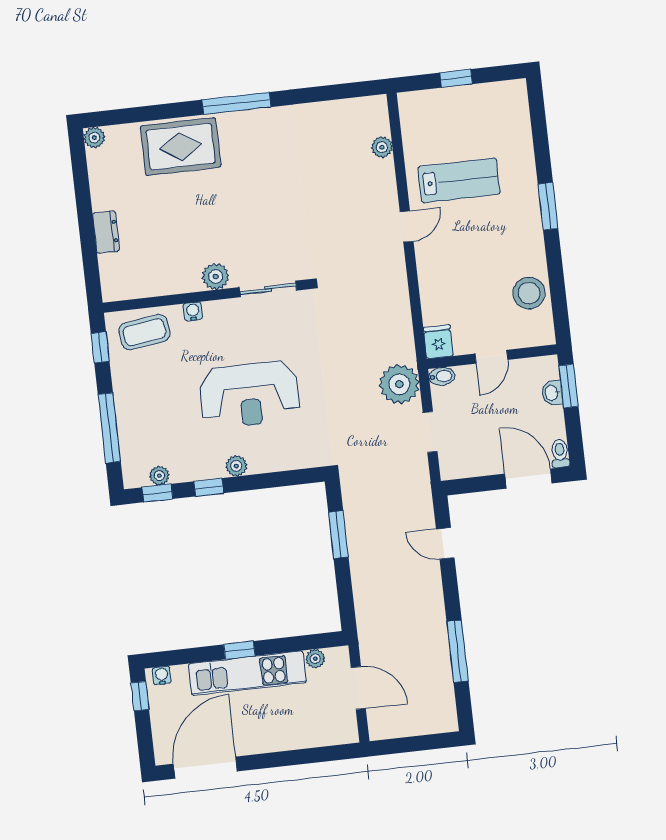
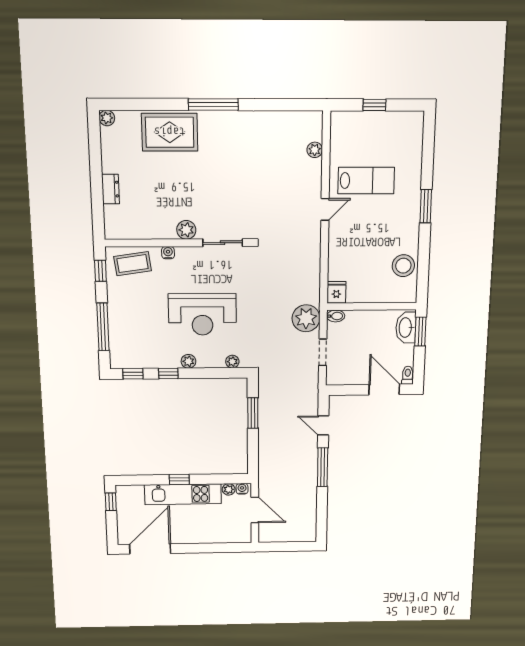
door: (491, 357) -> (371, 306), removed
washbasin: (552, 393) -> (406, 328), width x1.91, depth x1.45
plant: (159, 476) -> (232, 362), moved
window: (458, 651) -> (323, 467), moved
water cooler: (162, 675) -> (242, 489), moved

